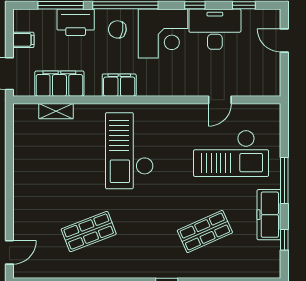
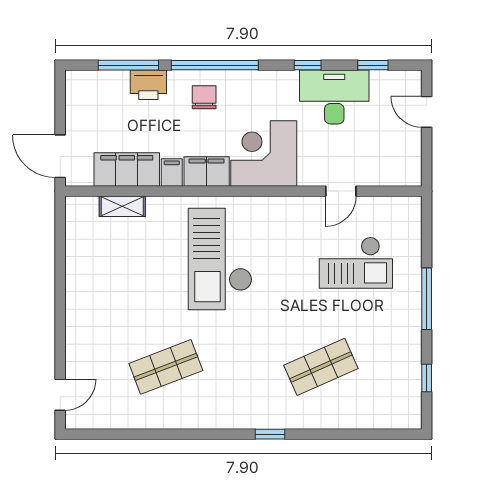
printer: (76, 22) -> (148, 85), width x0.73, depth x0.84
chair: (117, 29) -> (204, 97), turned 81
corner desk: (163, 33) -> (264, 154), moved, turned 180
filing cabinet: (23, 40) -> (172, 173), moved, turned -90
checkout: (231, 153) -> (356, 263), width x0.73, depth x0.83
freezer: (269, 215) -> (406, 344), removed

